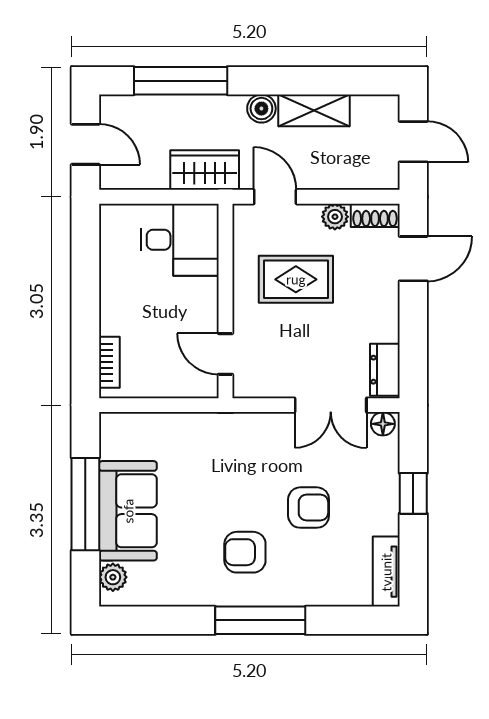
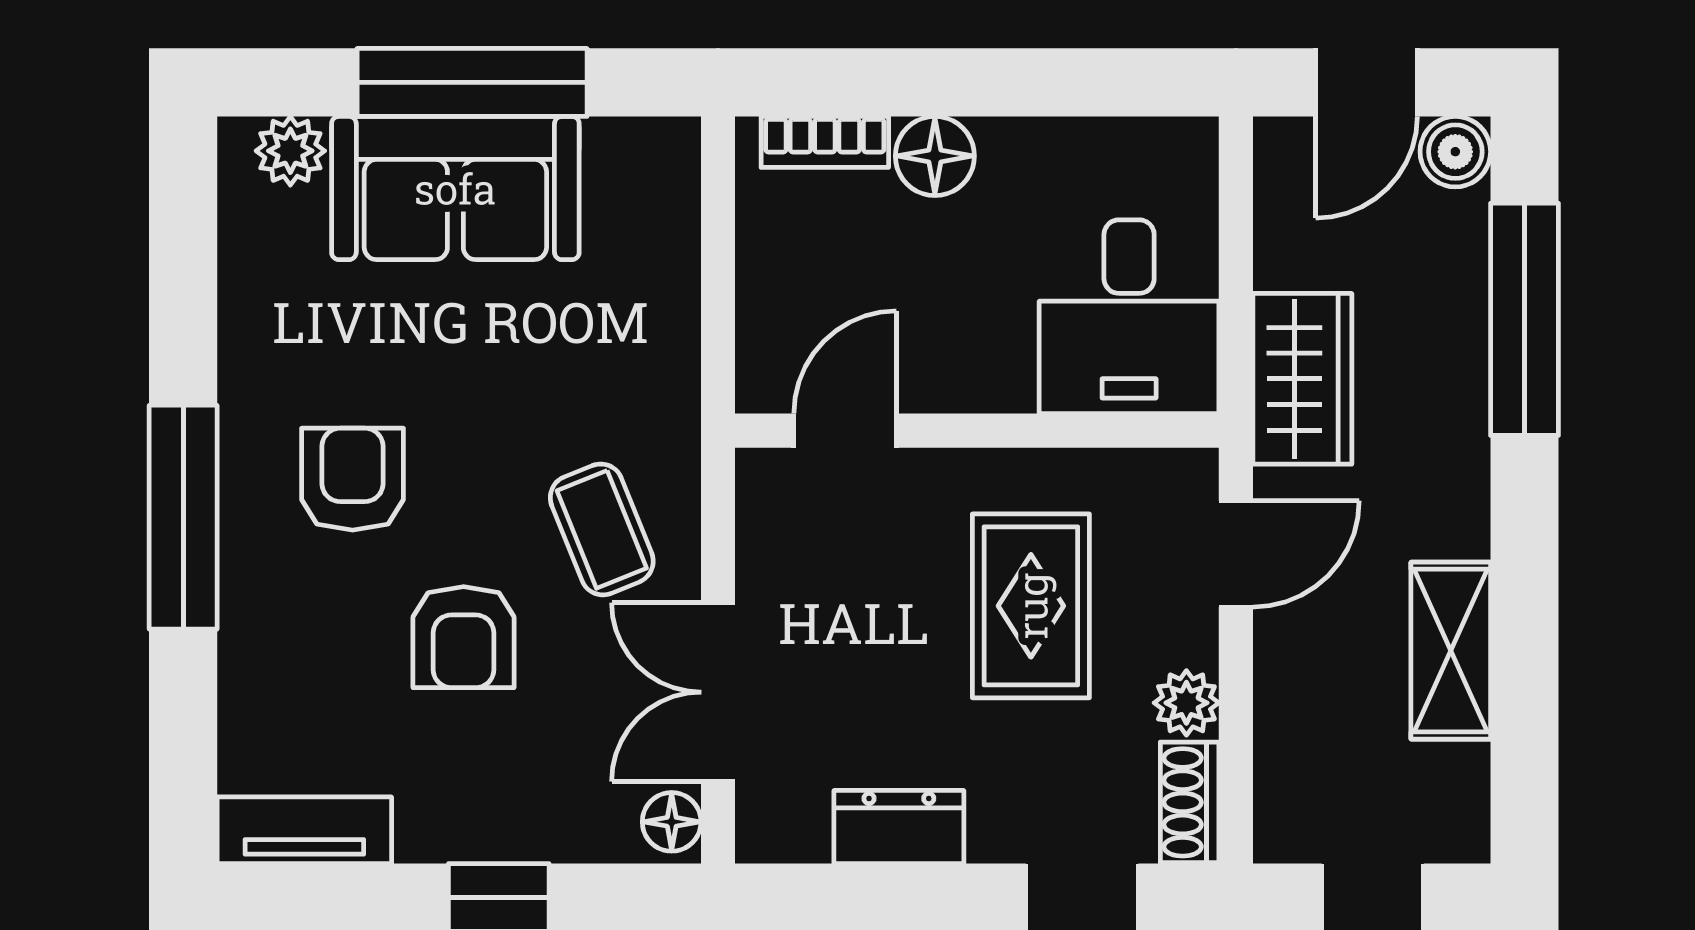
boiler: (261, 109) -> (1455, 152), moved
floor lamp: (115, 318) -> (935, 156), added
dresser: (385, 370) -> (899, 827), moved
coffee table: (265, 452) -> (602, 529), added

